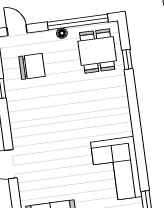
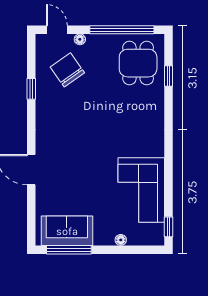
floor lamp: (62, 33) -> (80, 39), moved
chair: (32, 66) -> (67, 70), turned -125

